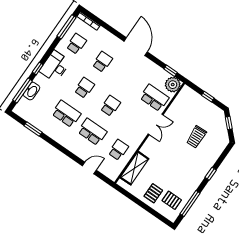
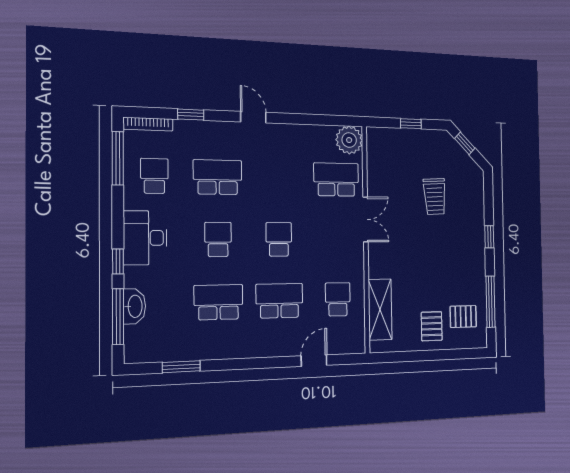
door: (136, 47) -> (253, 117), width x0.53
school desk: (102, 62) -> (218, 177), width x1.85
window: (171, 71) -> (191, 115), moved

